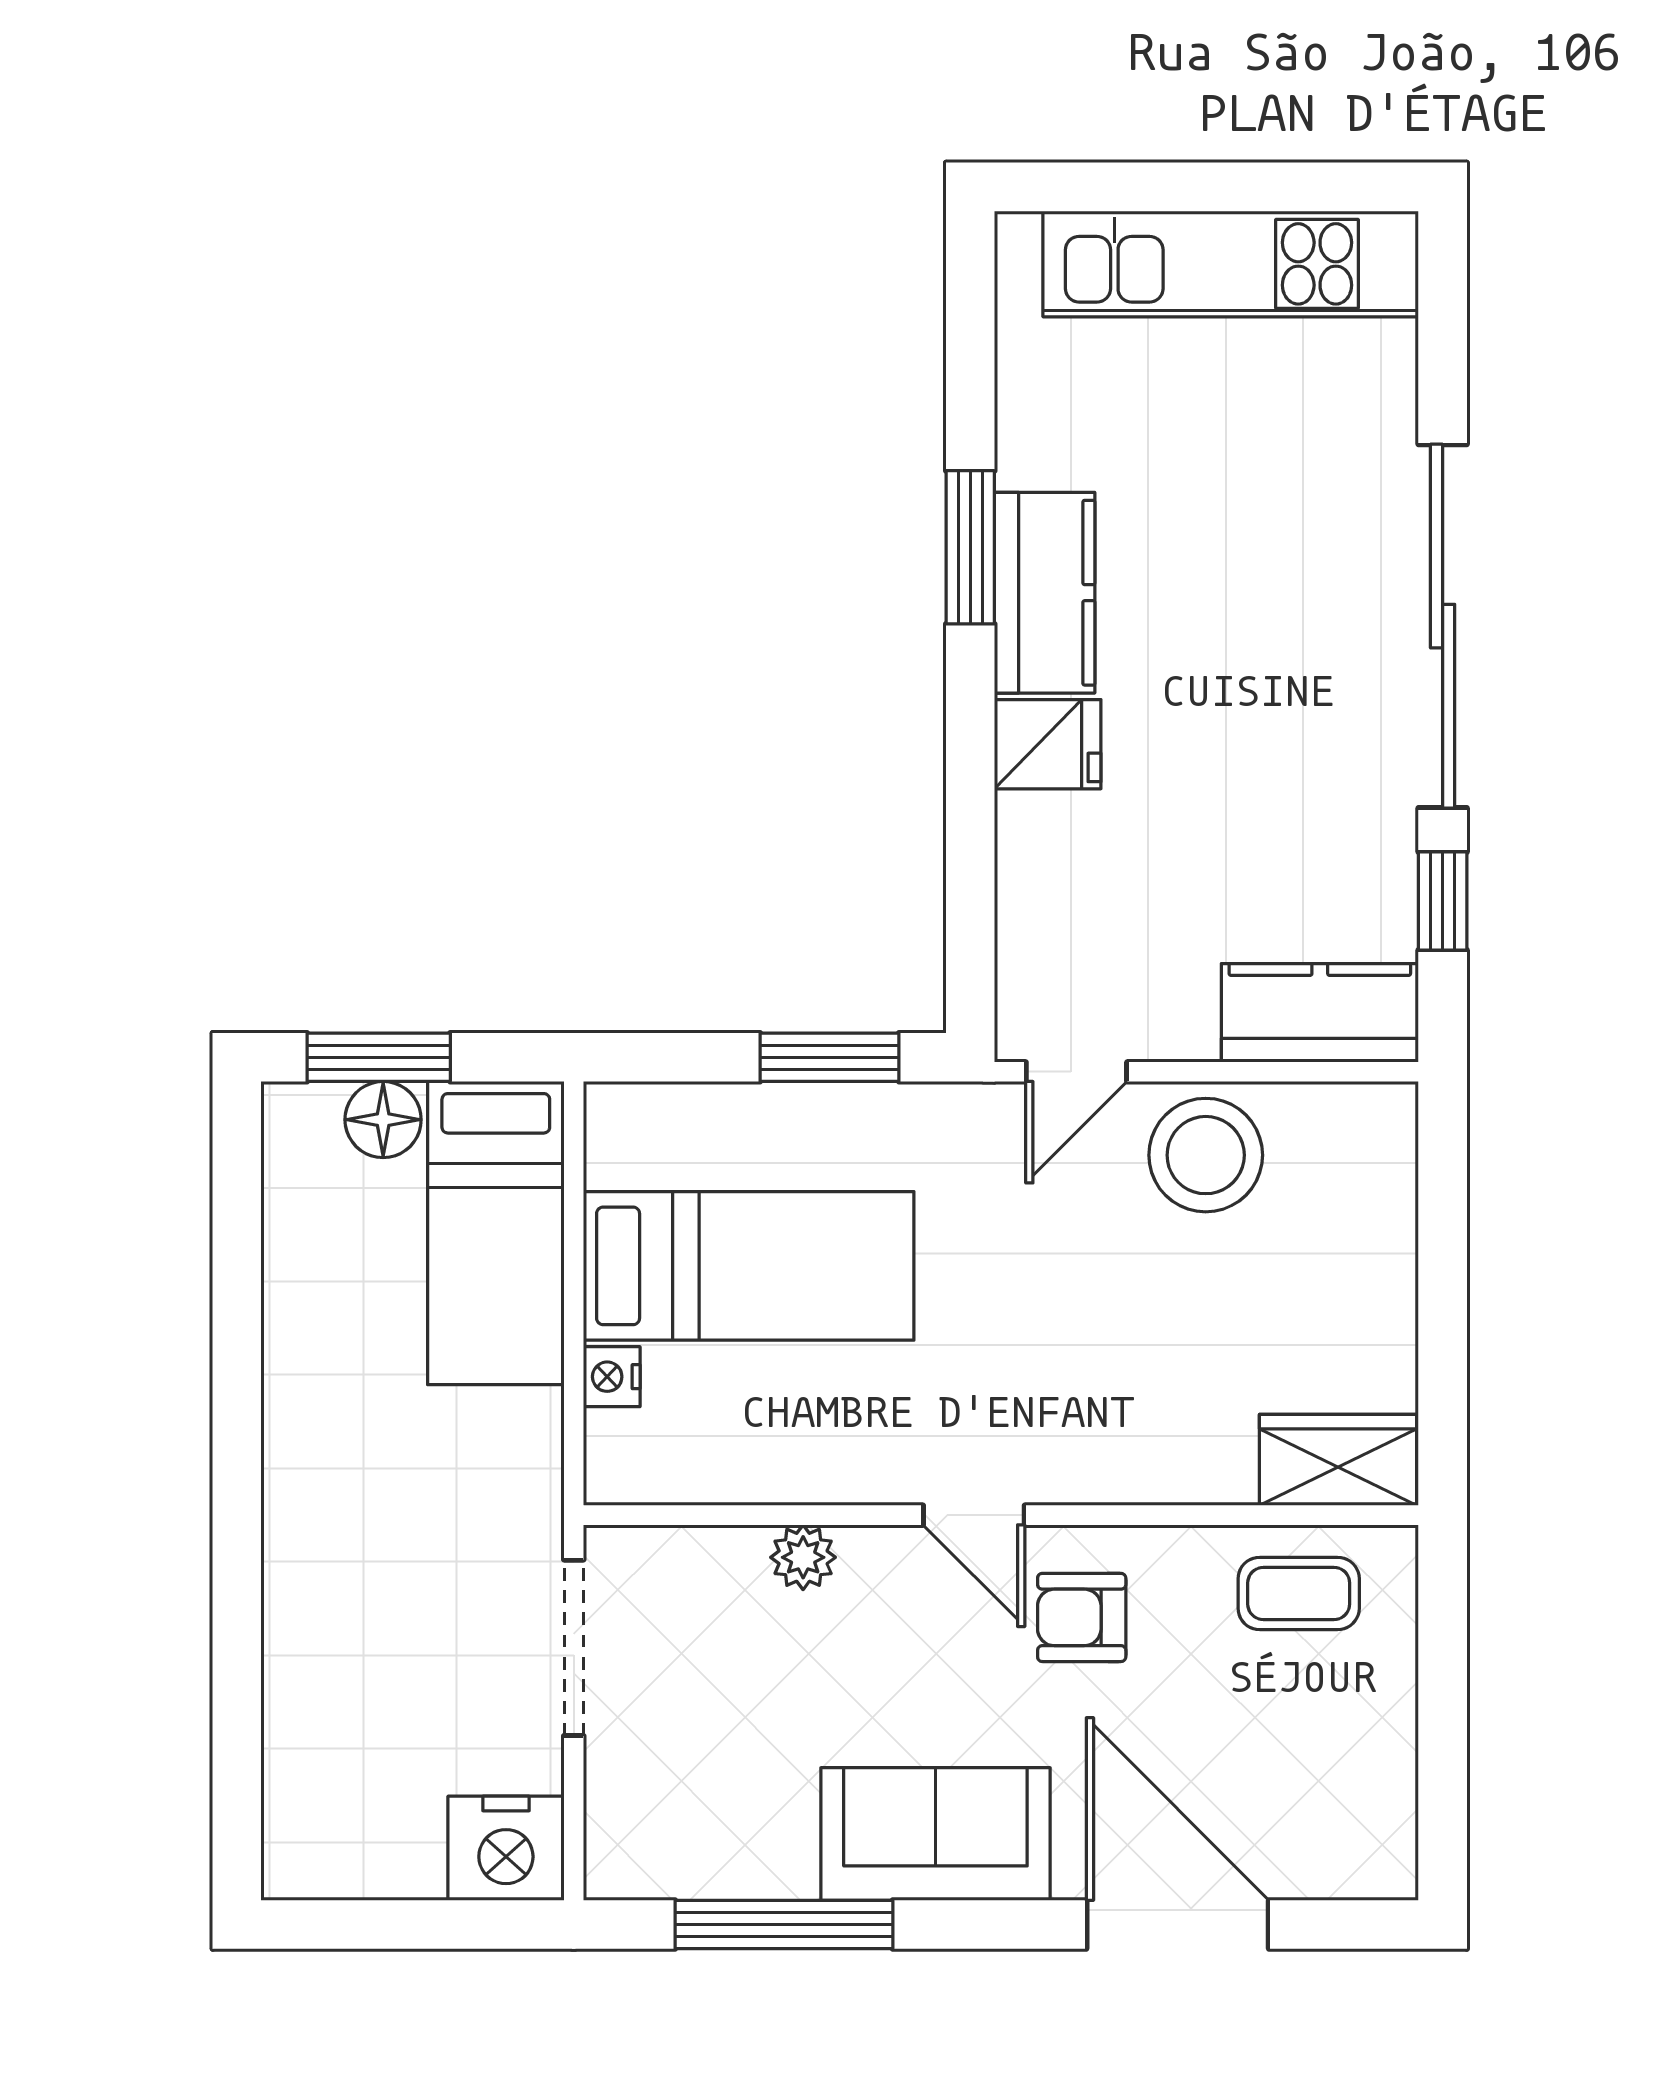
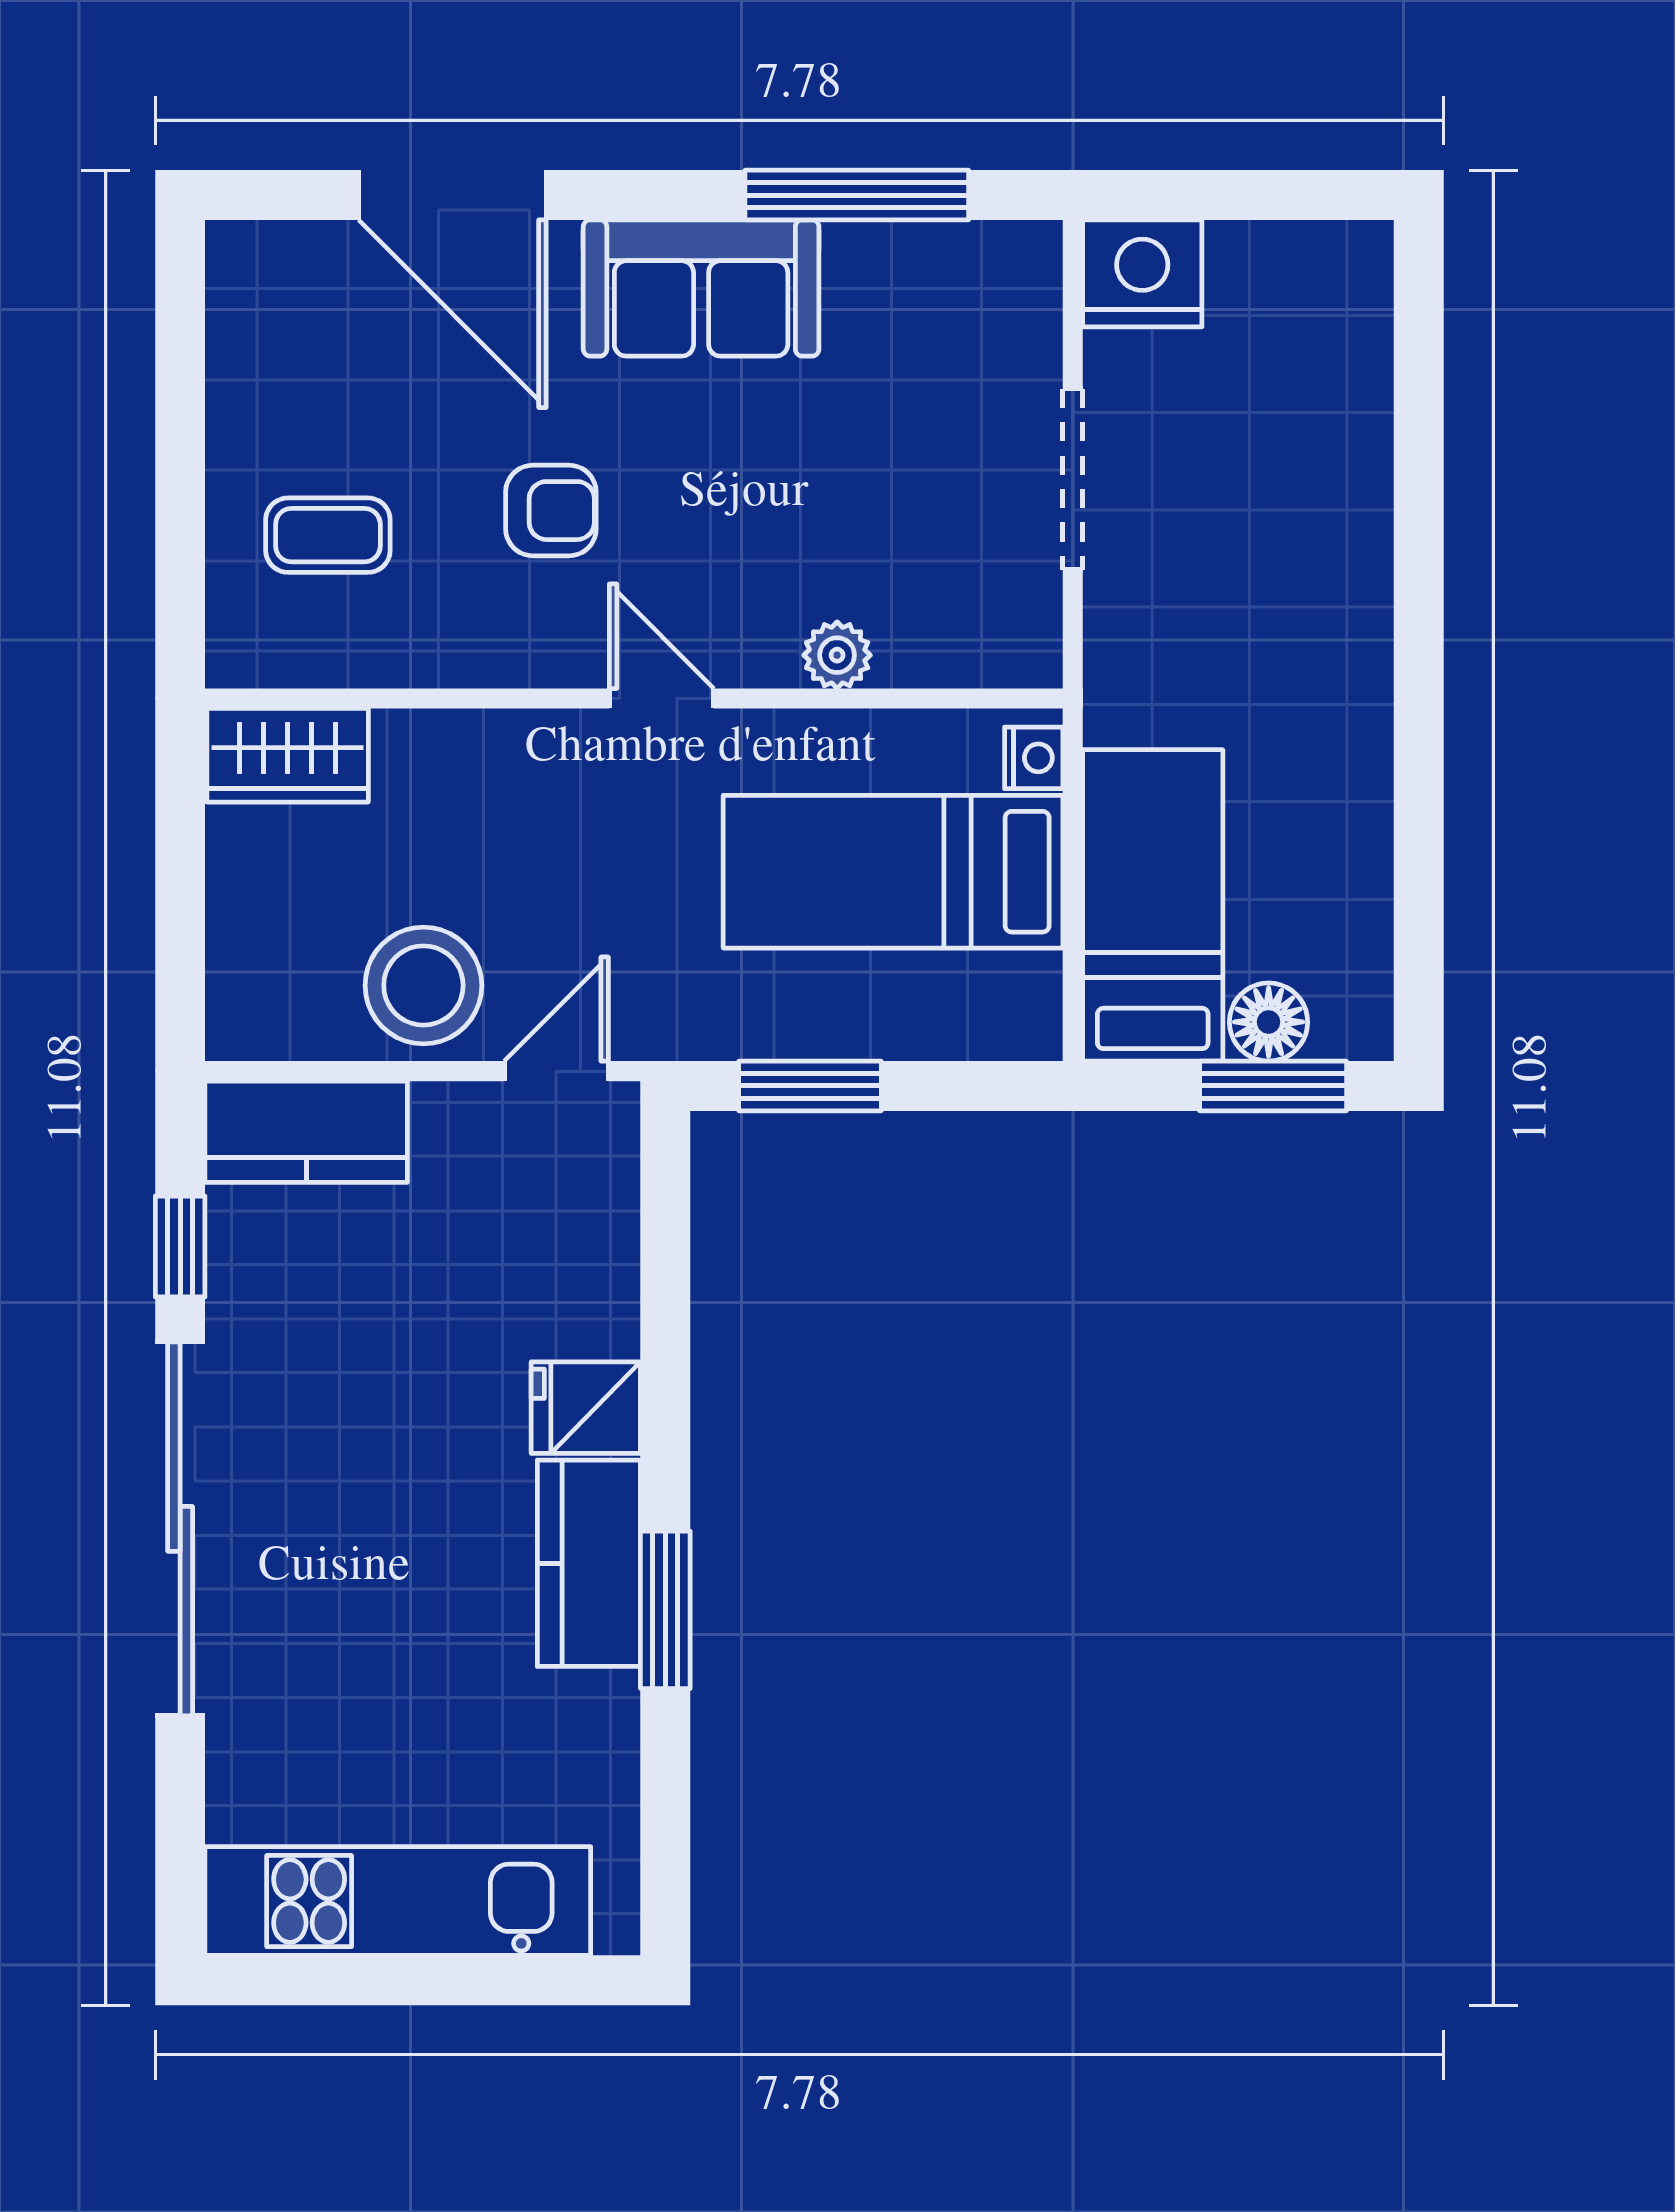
wardrobe: (1338, 1460) -> (288, 755), moved
door: (974, 1515) -> (662, 698), moved
wall: (1001, 1515) -> (634, 698), moved
plant: (803, 1557) -> (837, 655), moved

